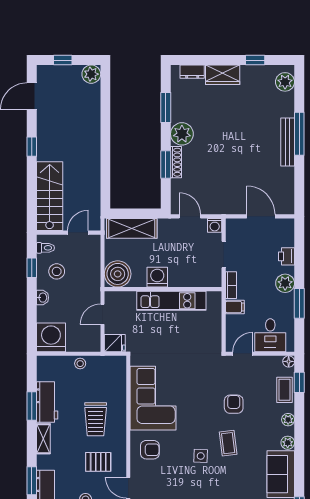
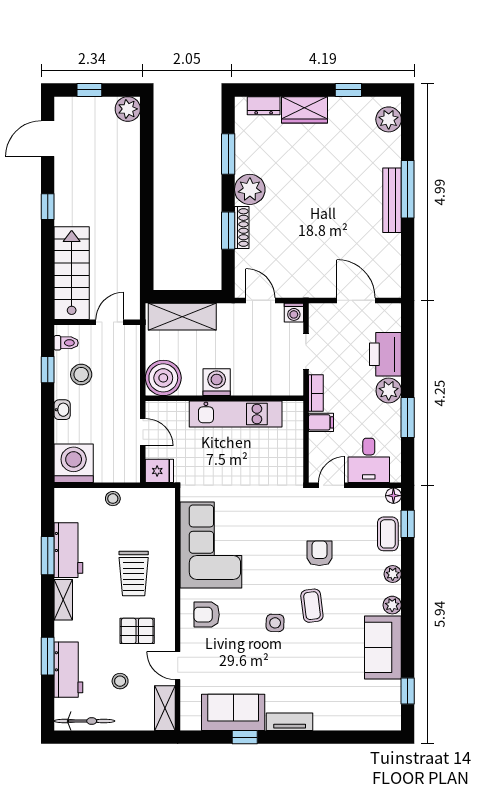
printer: (286, 256) -> (385, 354), width x1.87, depth x1.48
door: (102, 314) -> (143, 432), swing flipped
armchair: (150, 450) -> (207, 615), turned 180

